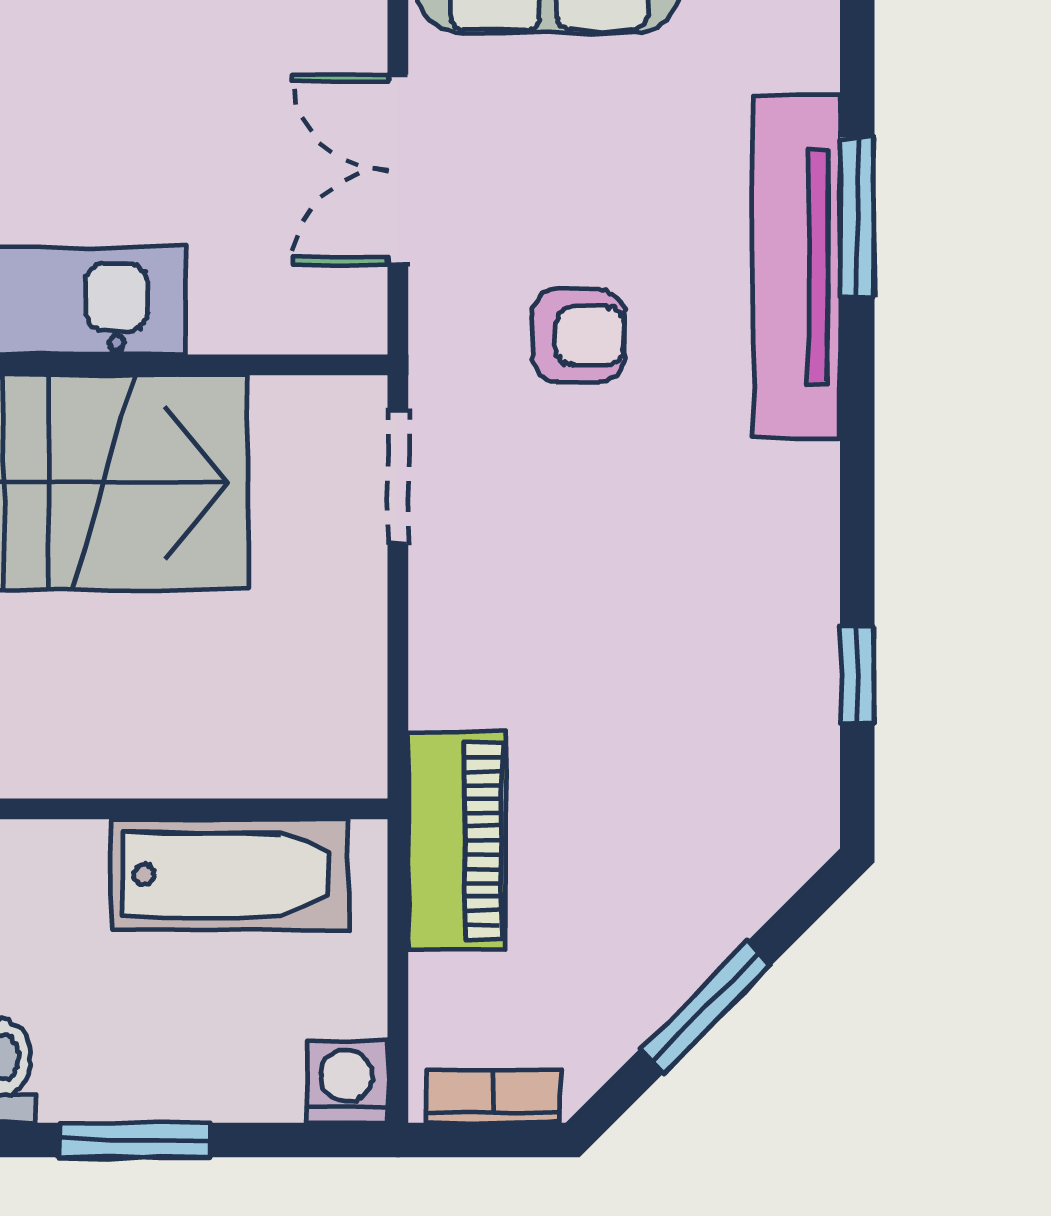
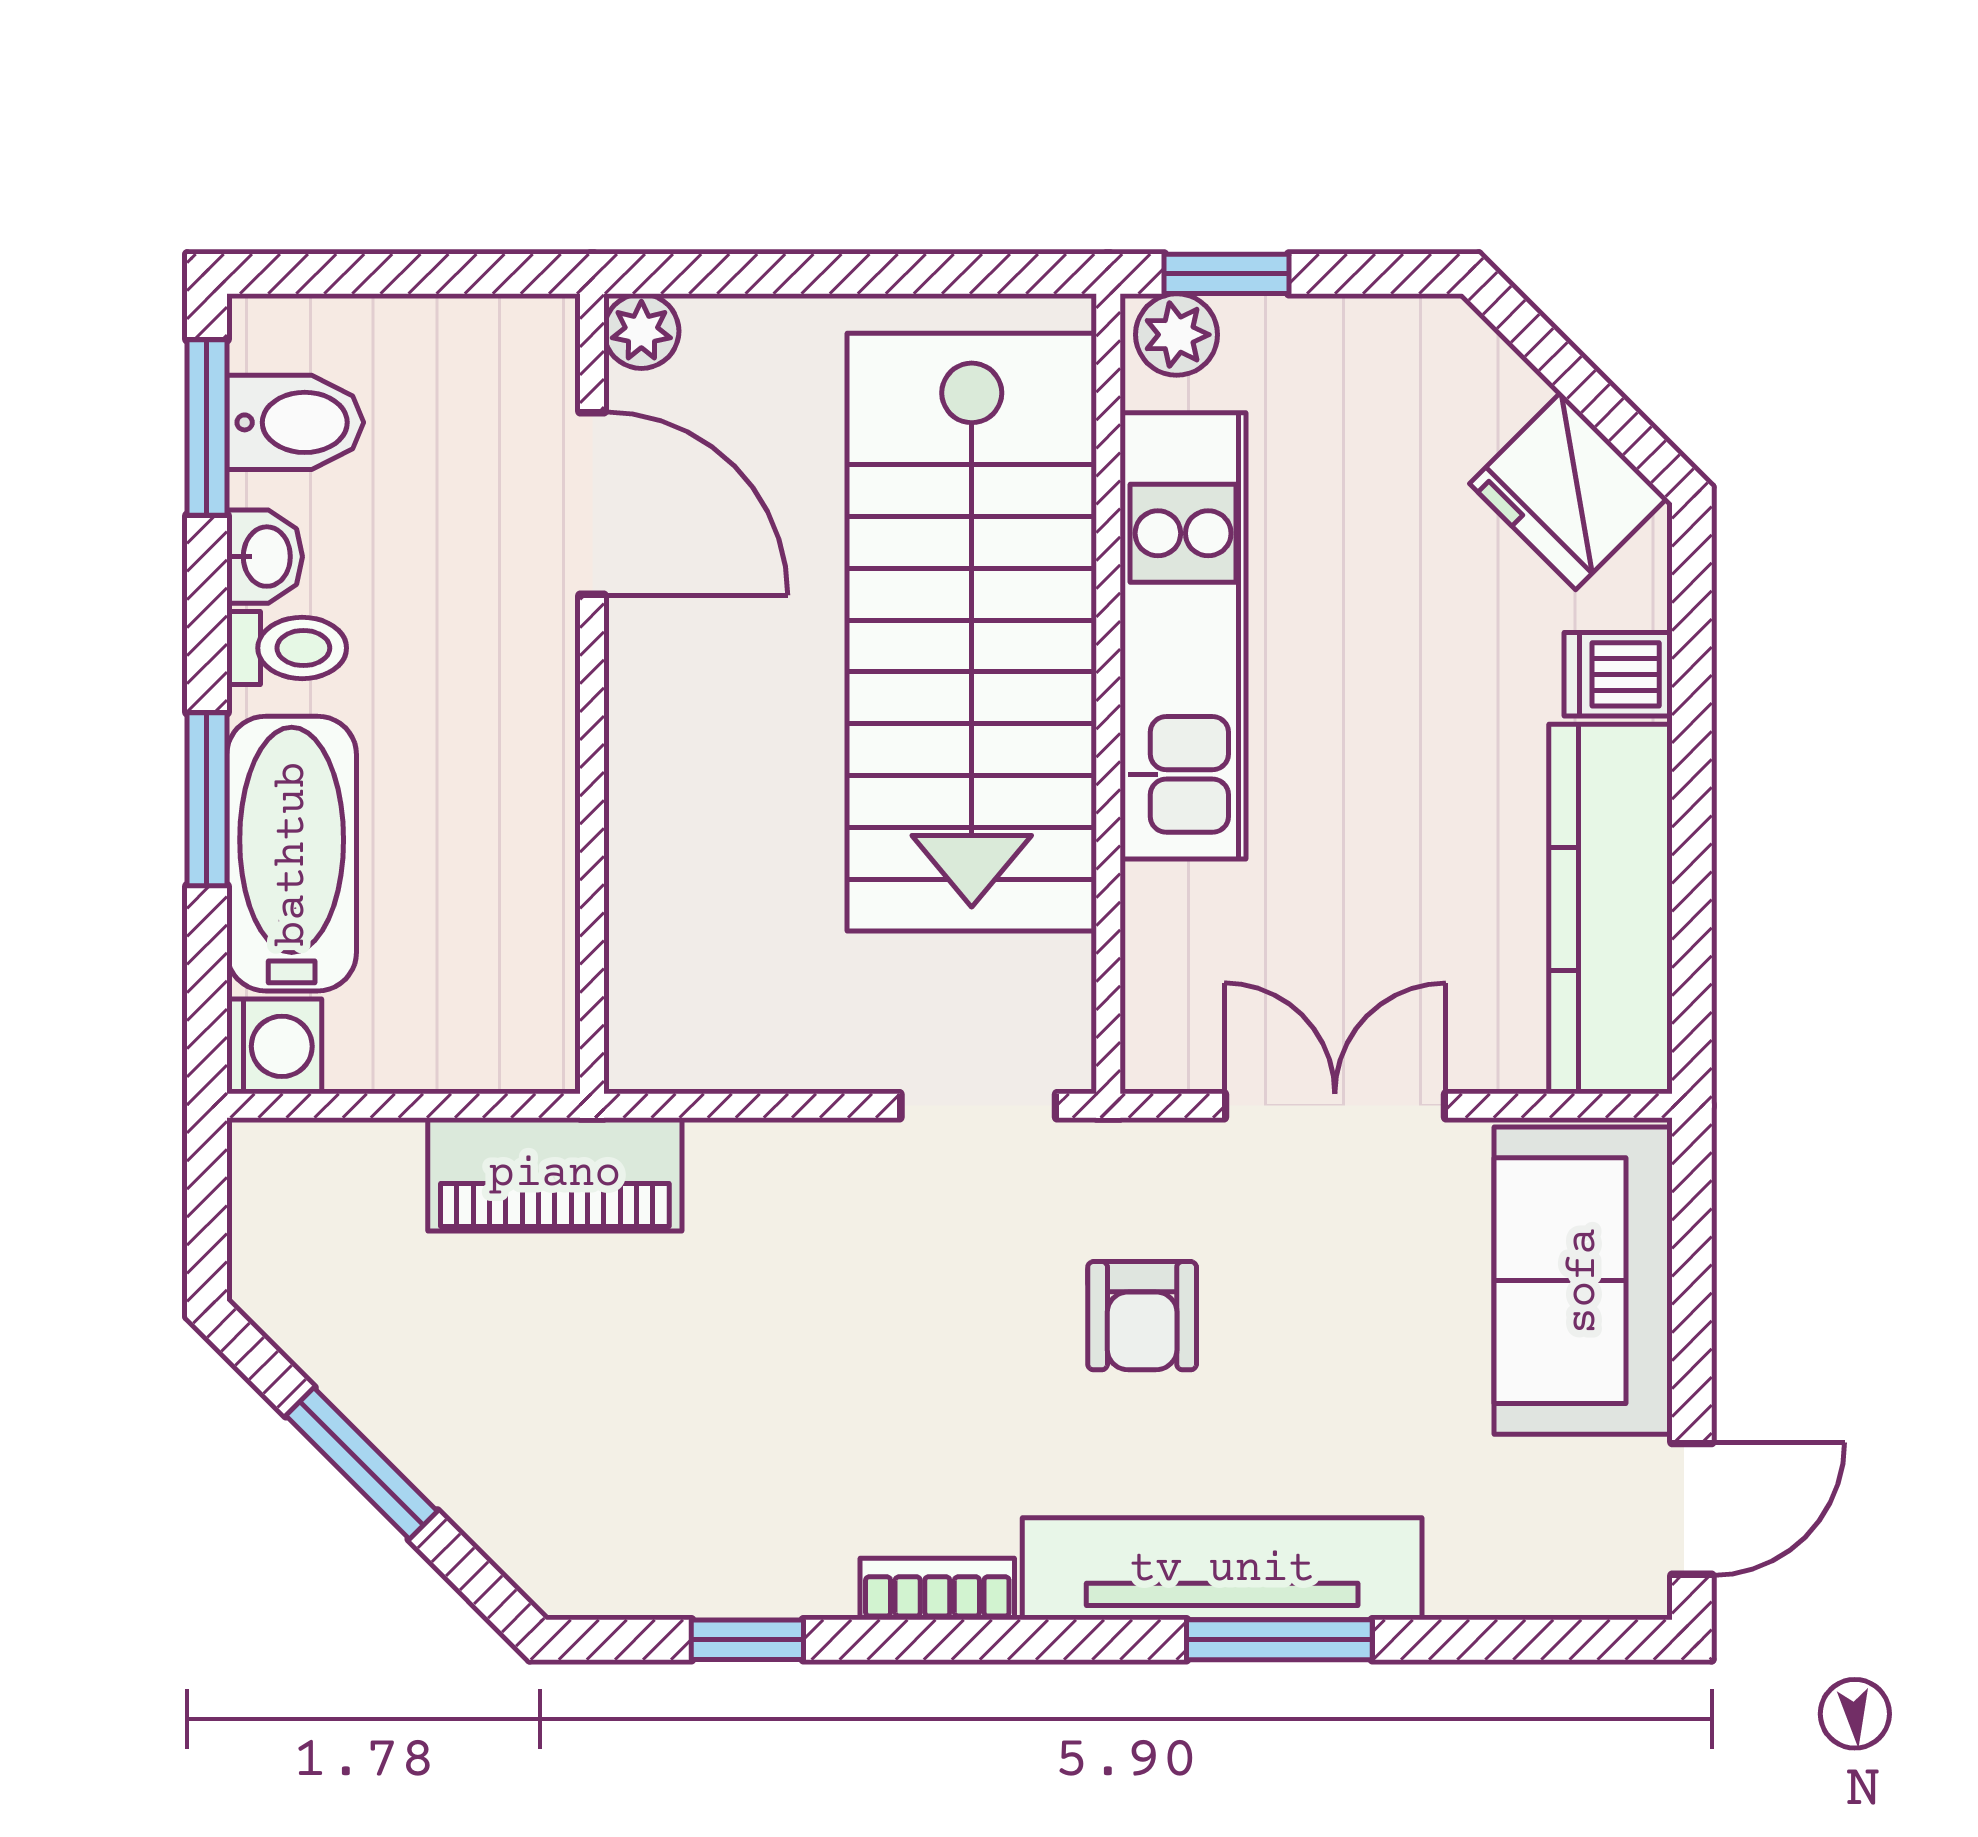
bathtub: (229, 875) -> (292, 854), moved, turned 180
bookcase: (493, 1096) -> (937, 1589), moved, turned -90

